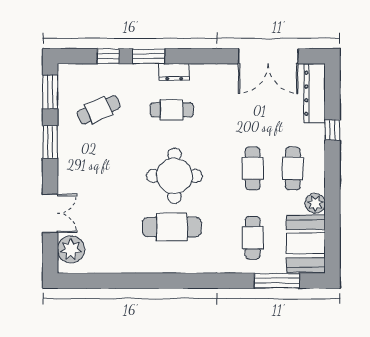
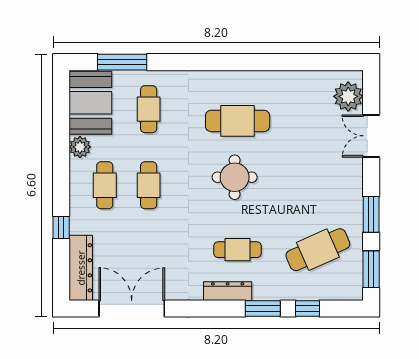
dresser: (174, 72) -> (228, 291), width x1.44
cafe table: (99, 110) -> (318, 250), width x1.37, depth x1.35
round table: (174, 176) -> (235, 177), width x0.73, depth x0.73

